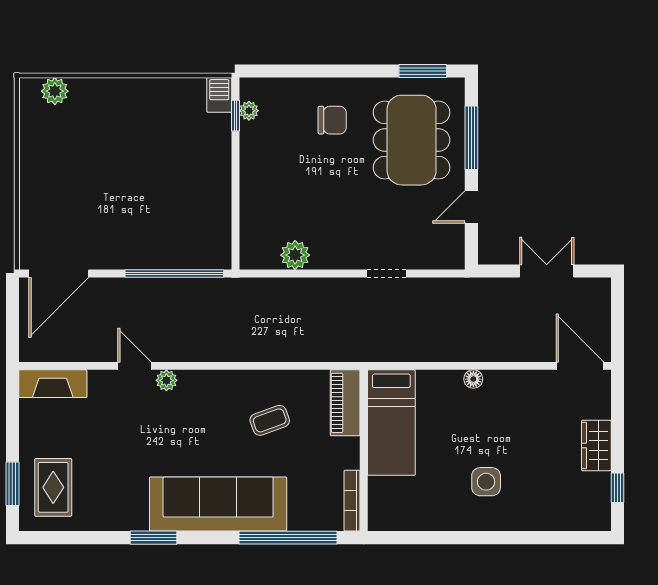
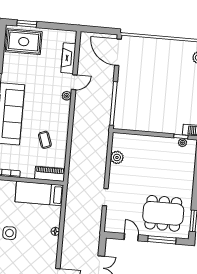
chair: (332, 120) -> (175, 179), removed
fireplace: (53, 384) -> (68, 58), moved
rug: (53, 487) -> (24, 42), width x1.36, depth x1.43

